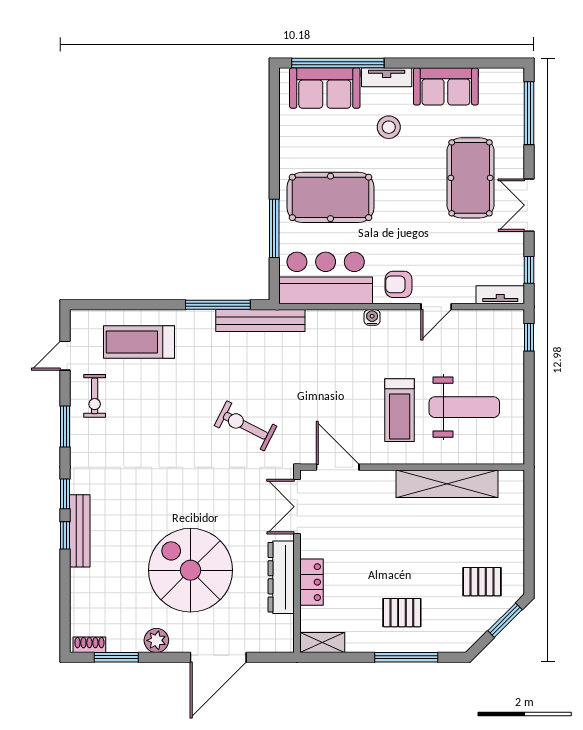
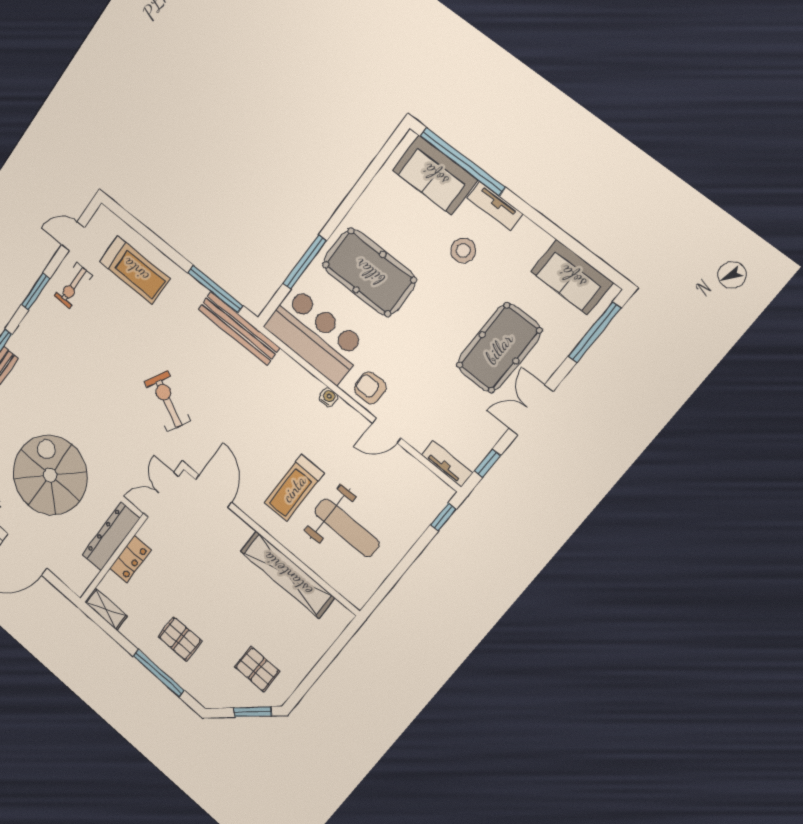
sofa: (446, 86) -> (572, 277), moved
treadmill: (139, 342) -> (135, 270), turned 180

